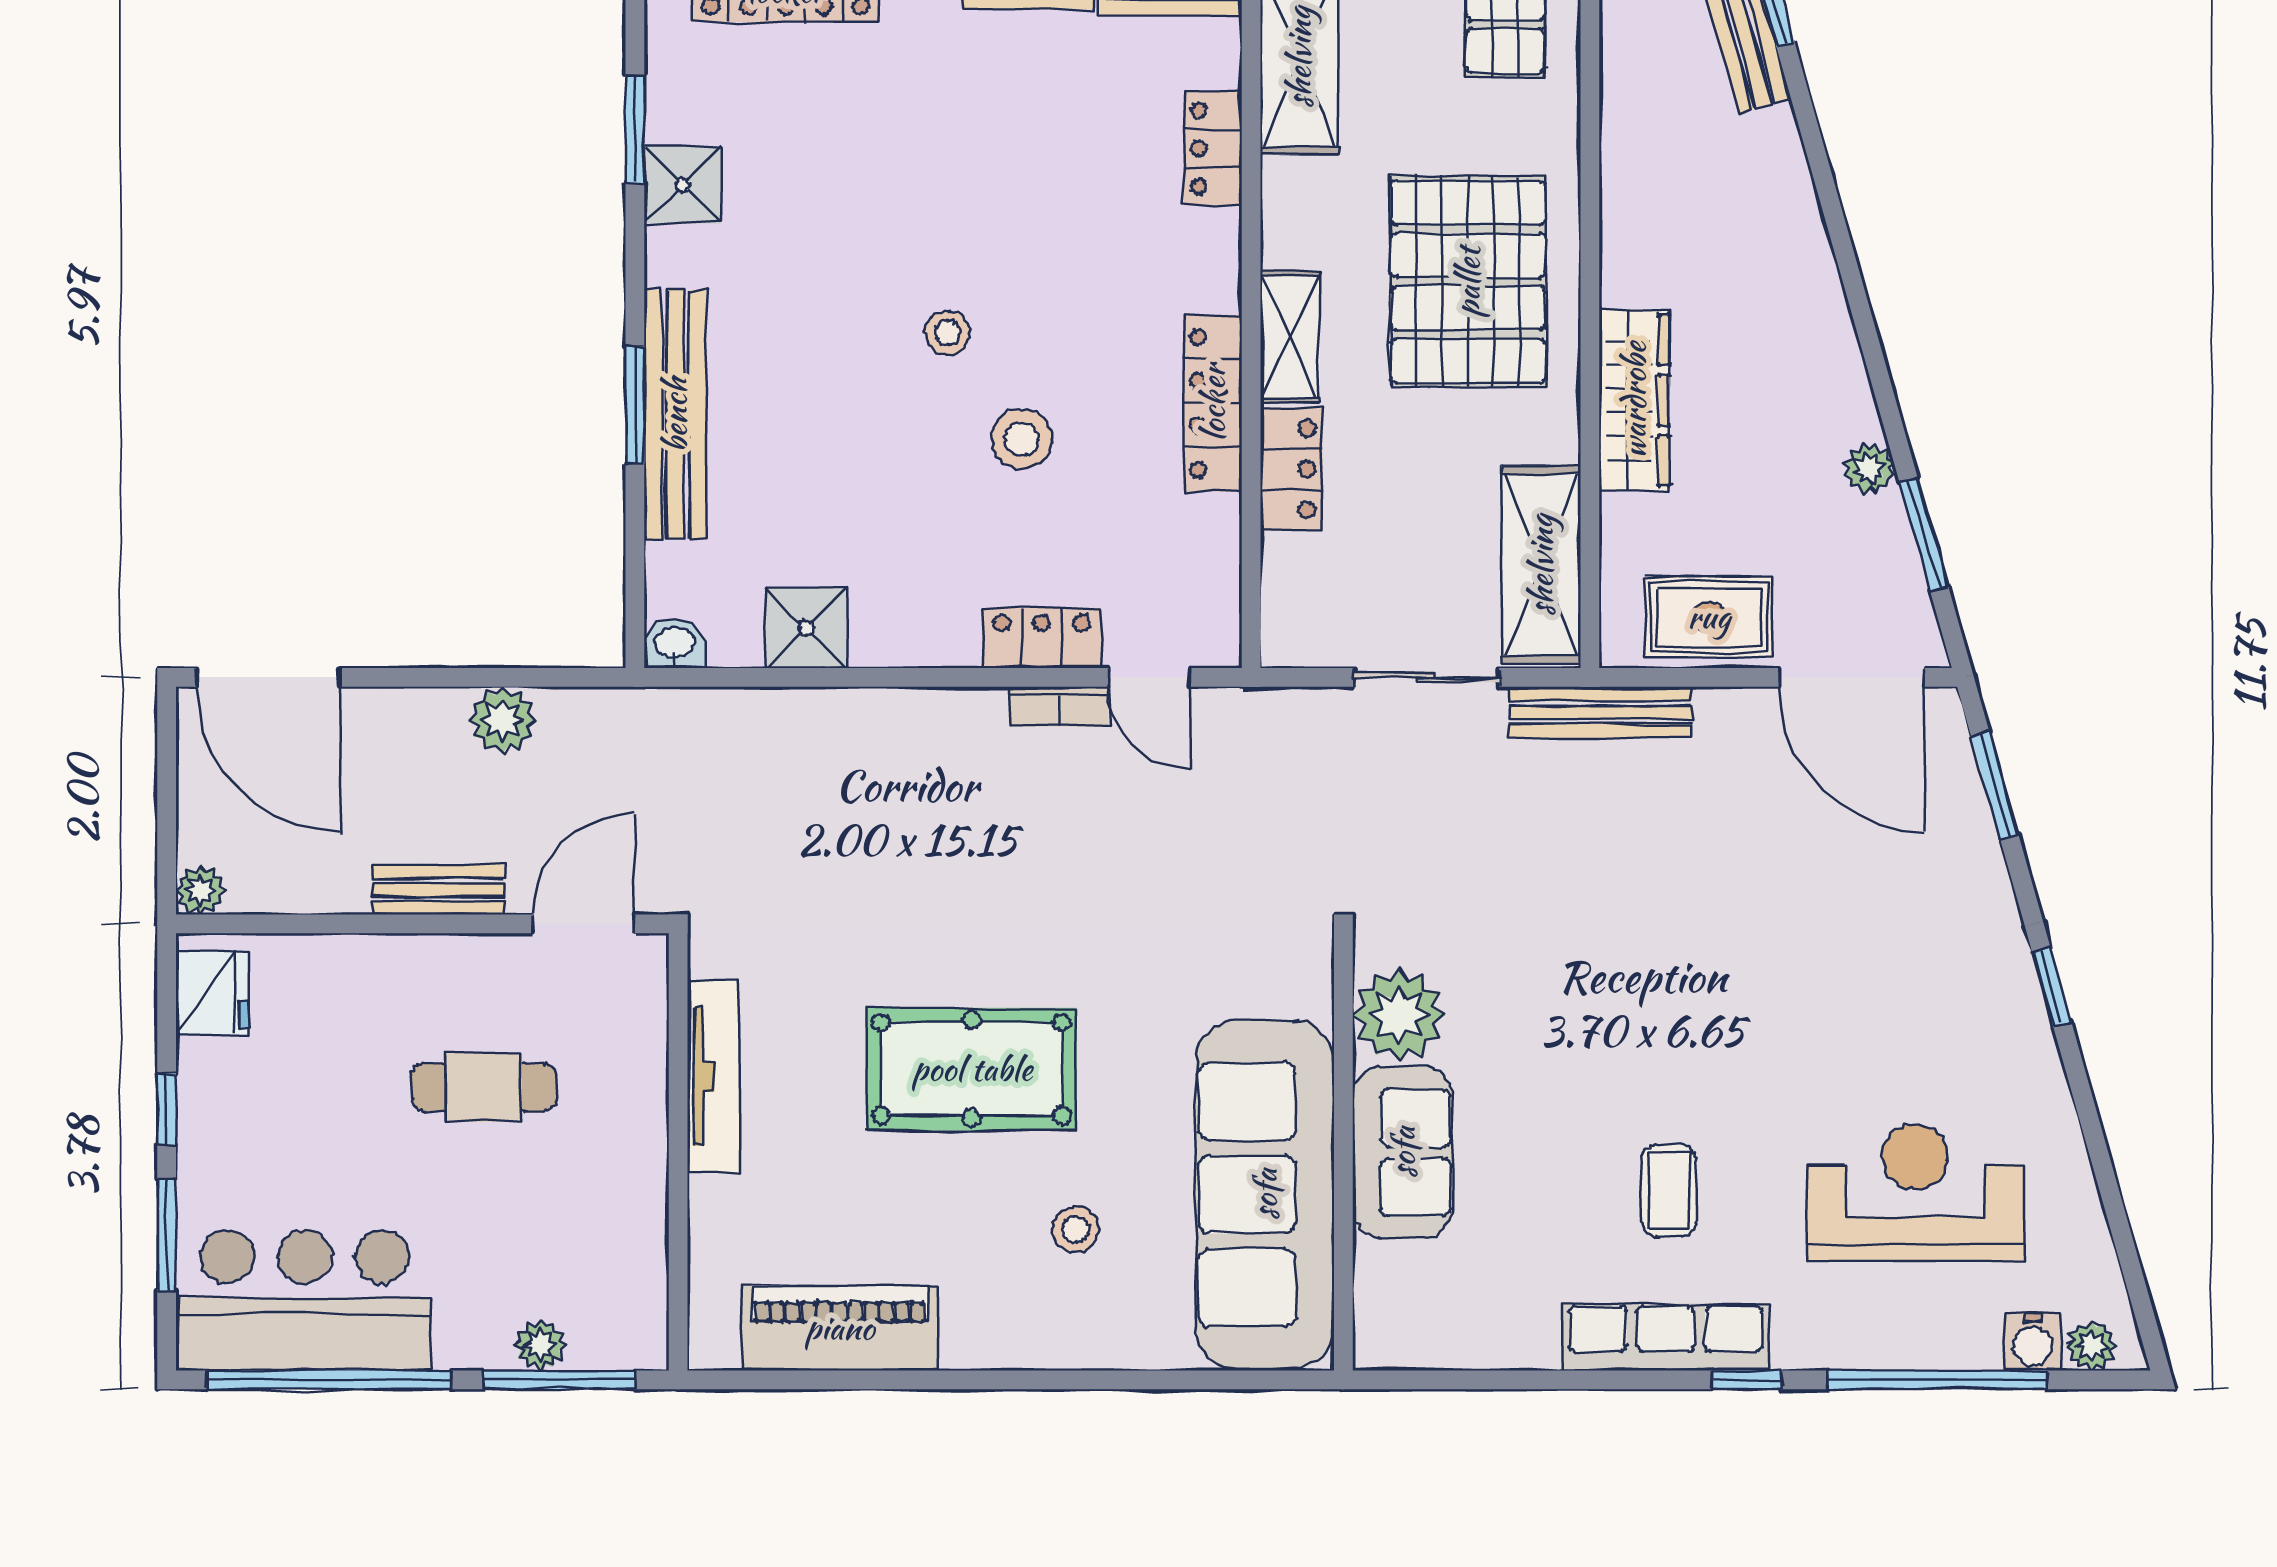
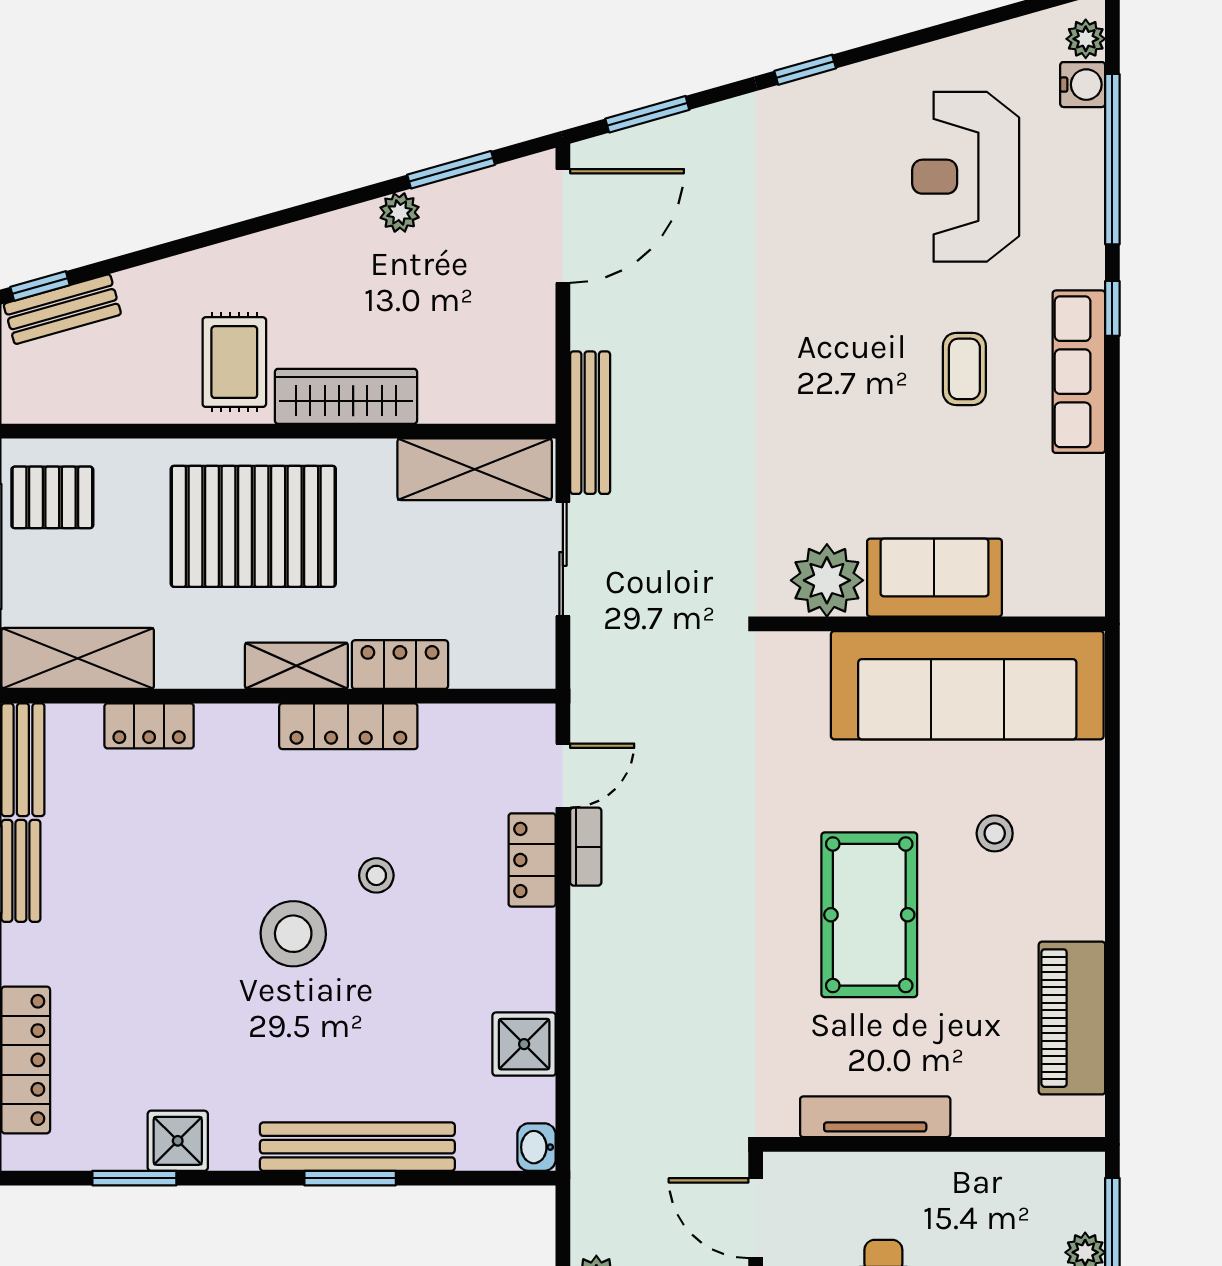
stool: (947, 333) -> (293, 934), width x1.89, depth x1.89
stool: (1022, 439) -> (376, 875), width x0.73, depth x0.73
rug: (1709, 617) -> (234, 362), moved
coffee table: (1669, 1191) -> (964, 369), turned 90

